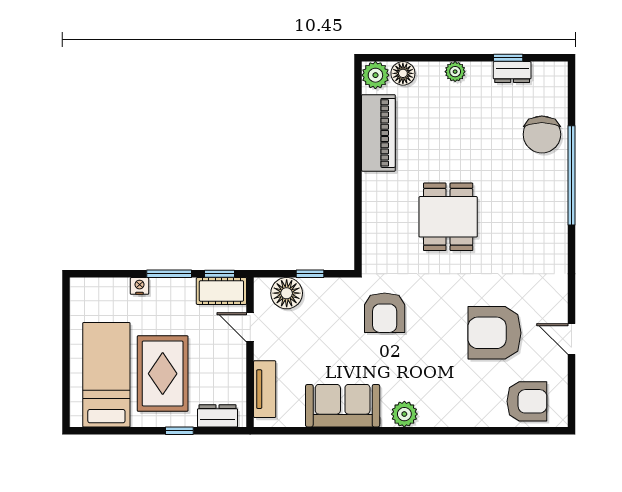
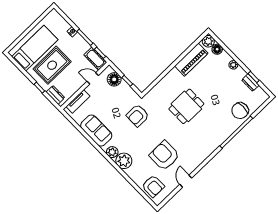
door: (250, 327) -> (93, 78), hinge flipped
plant: (438, 409) -> (124, 161), added

